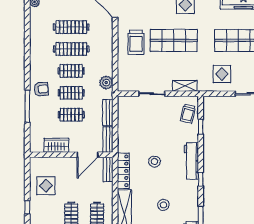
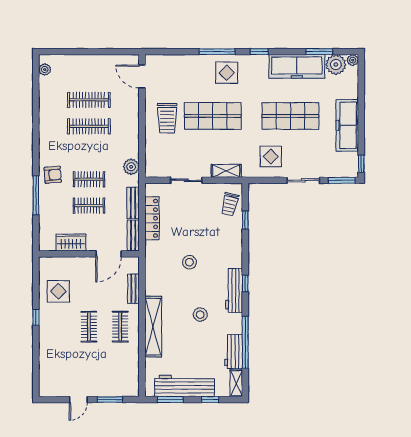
clothes rail: (71, 71) -> (89, 153), removed
workbench: (191, 161) -> (234, 290), moved
bench: (108, 169) -> (133, 289), moved
locker: (123, 171) -> (152, 218), moved

